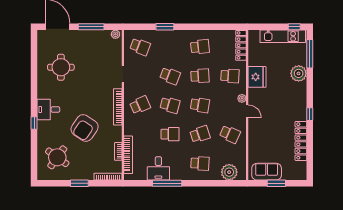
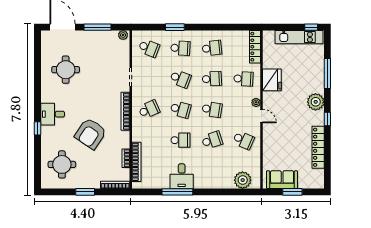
window: (310, 54) -> (327, 73), moved
plant: (299, 73) -> (316, 102), moved
round table: (57, 157) -> (62, 164), turned -36
school desk: (200, 163) -> (180, 48), moved
desk: (158, 168) -> (182, 176), moved

